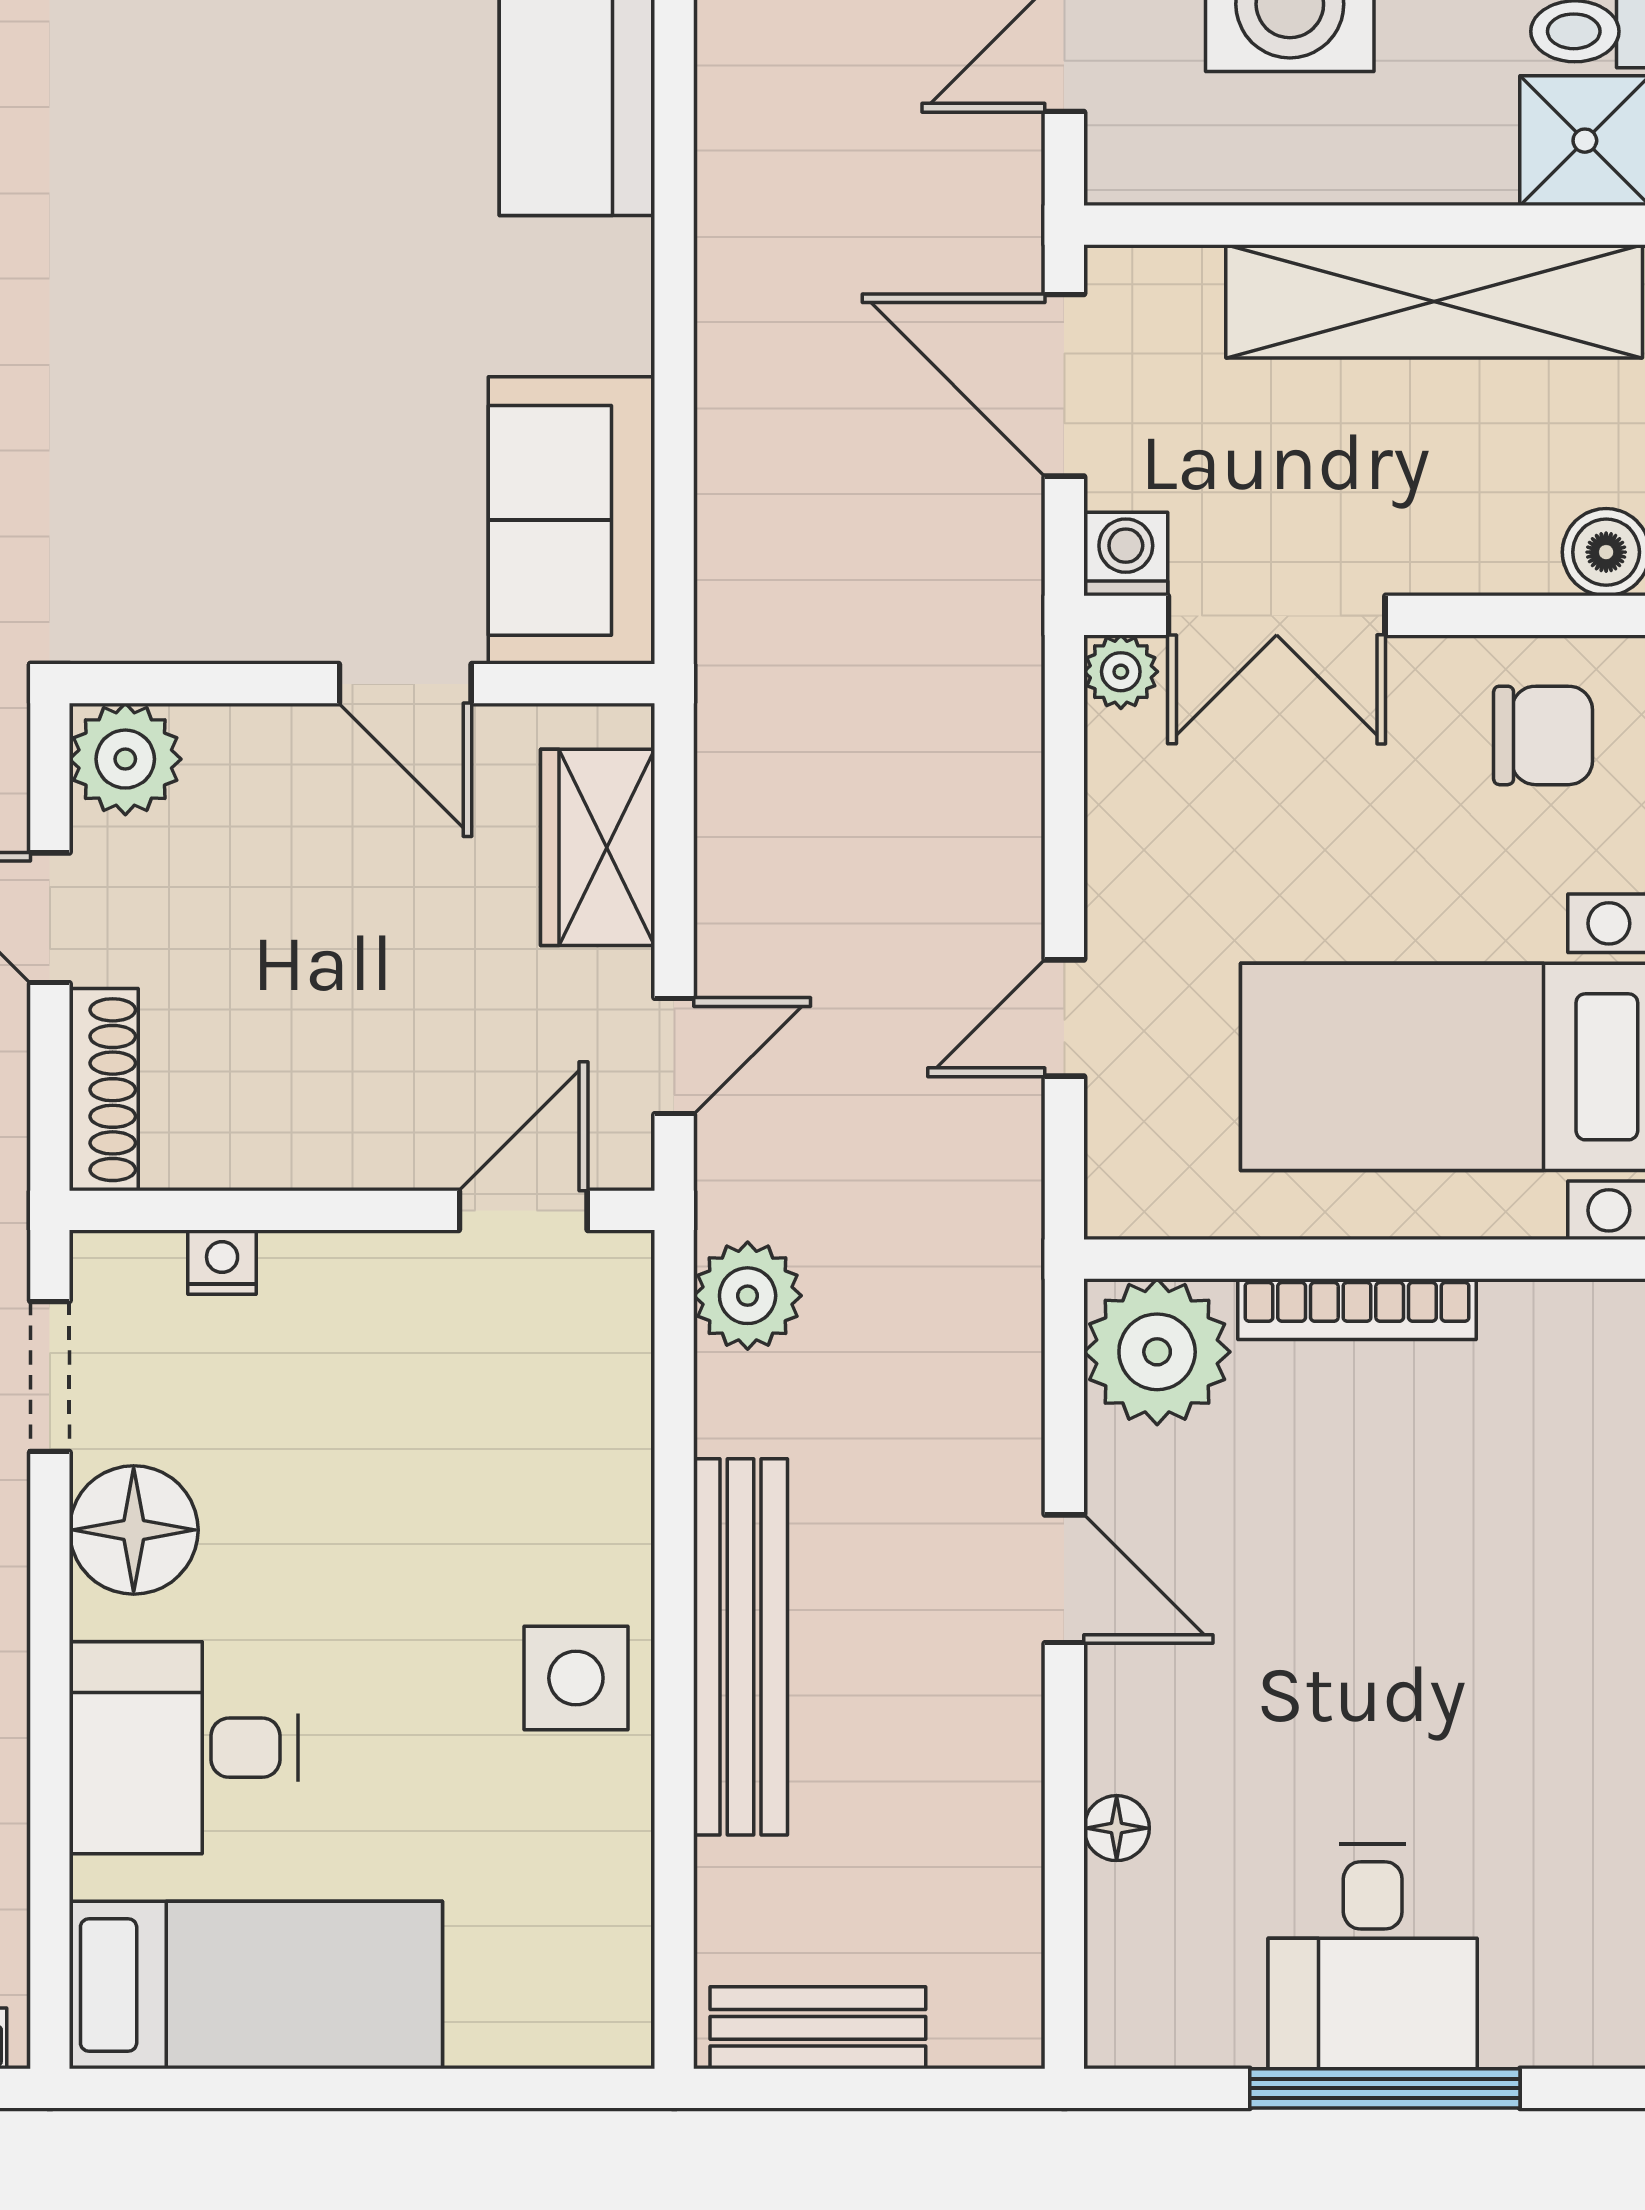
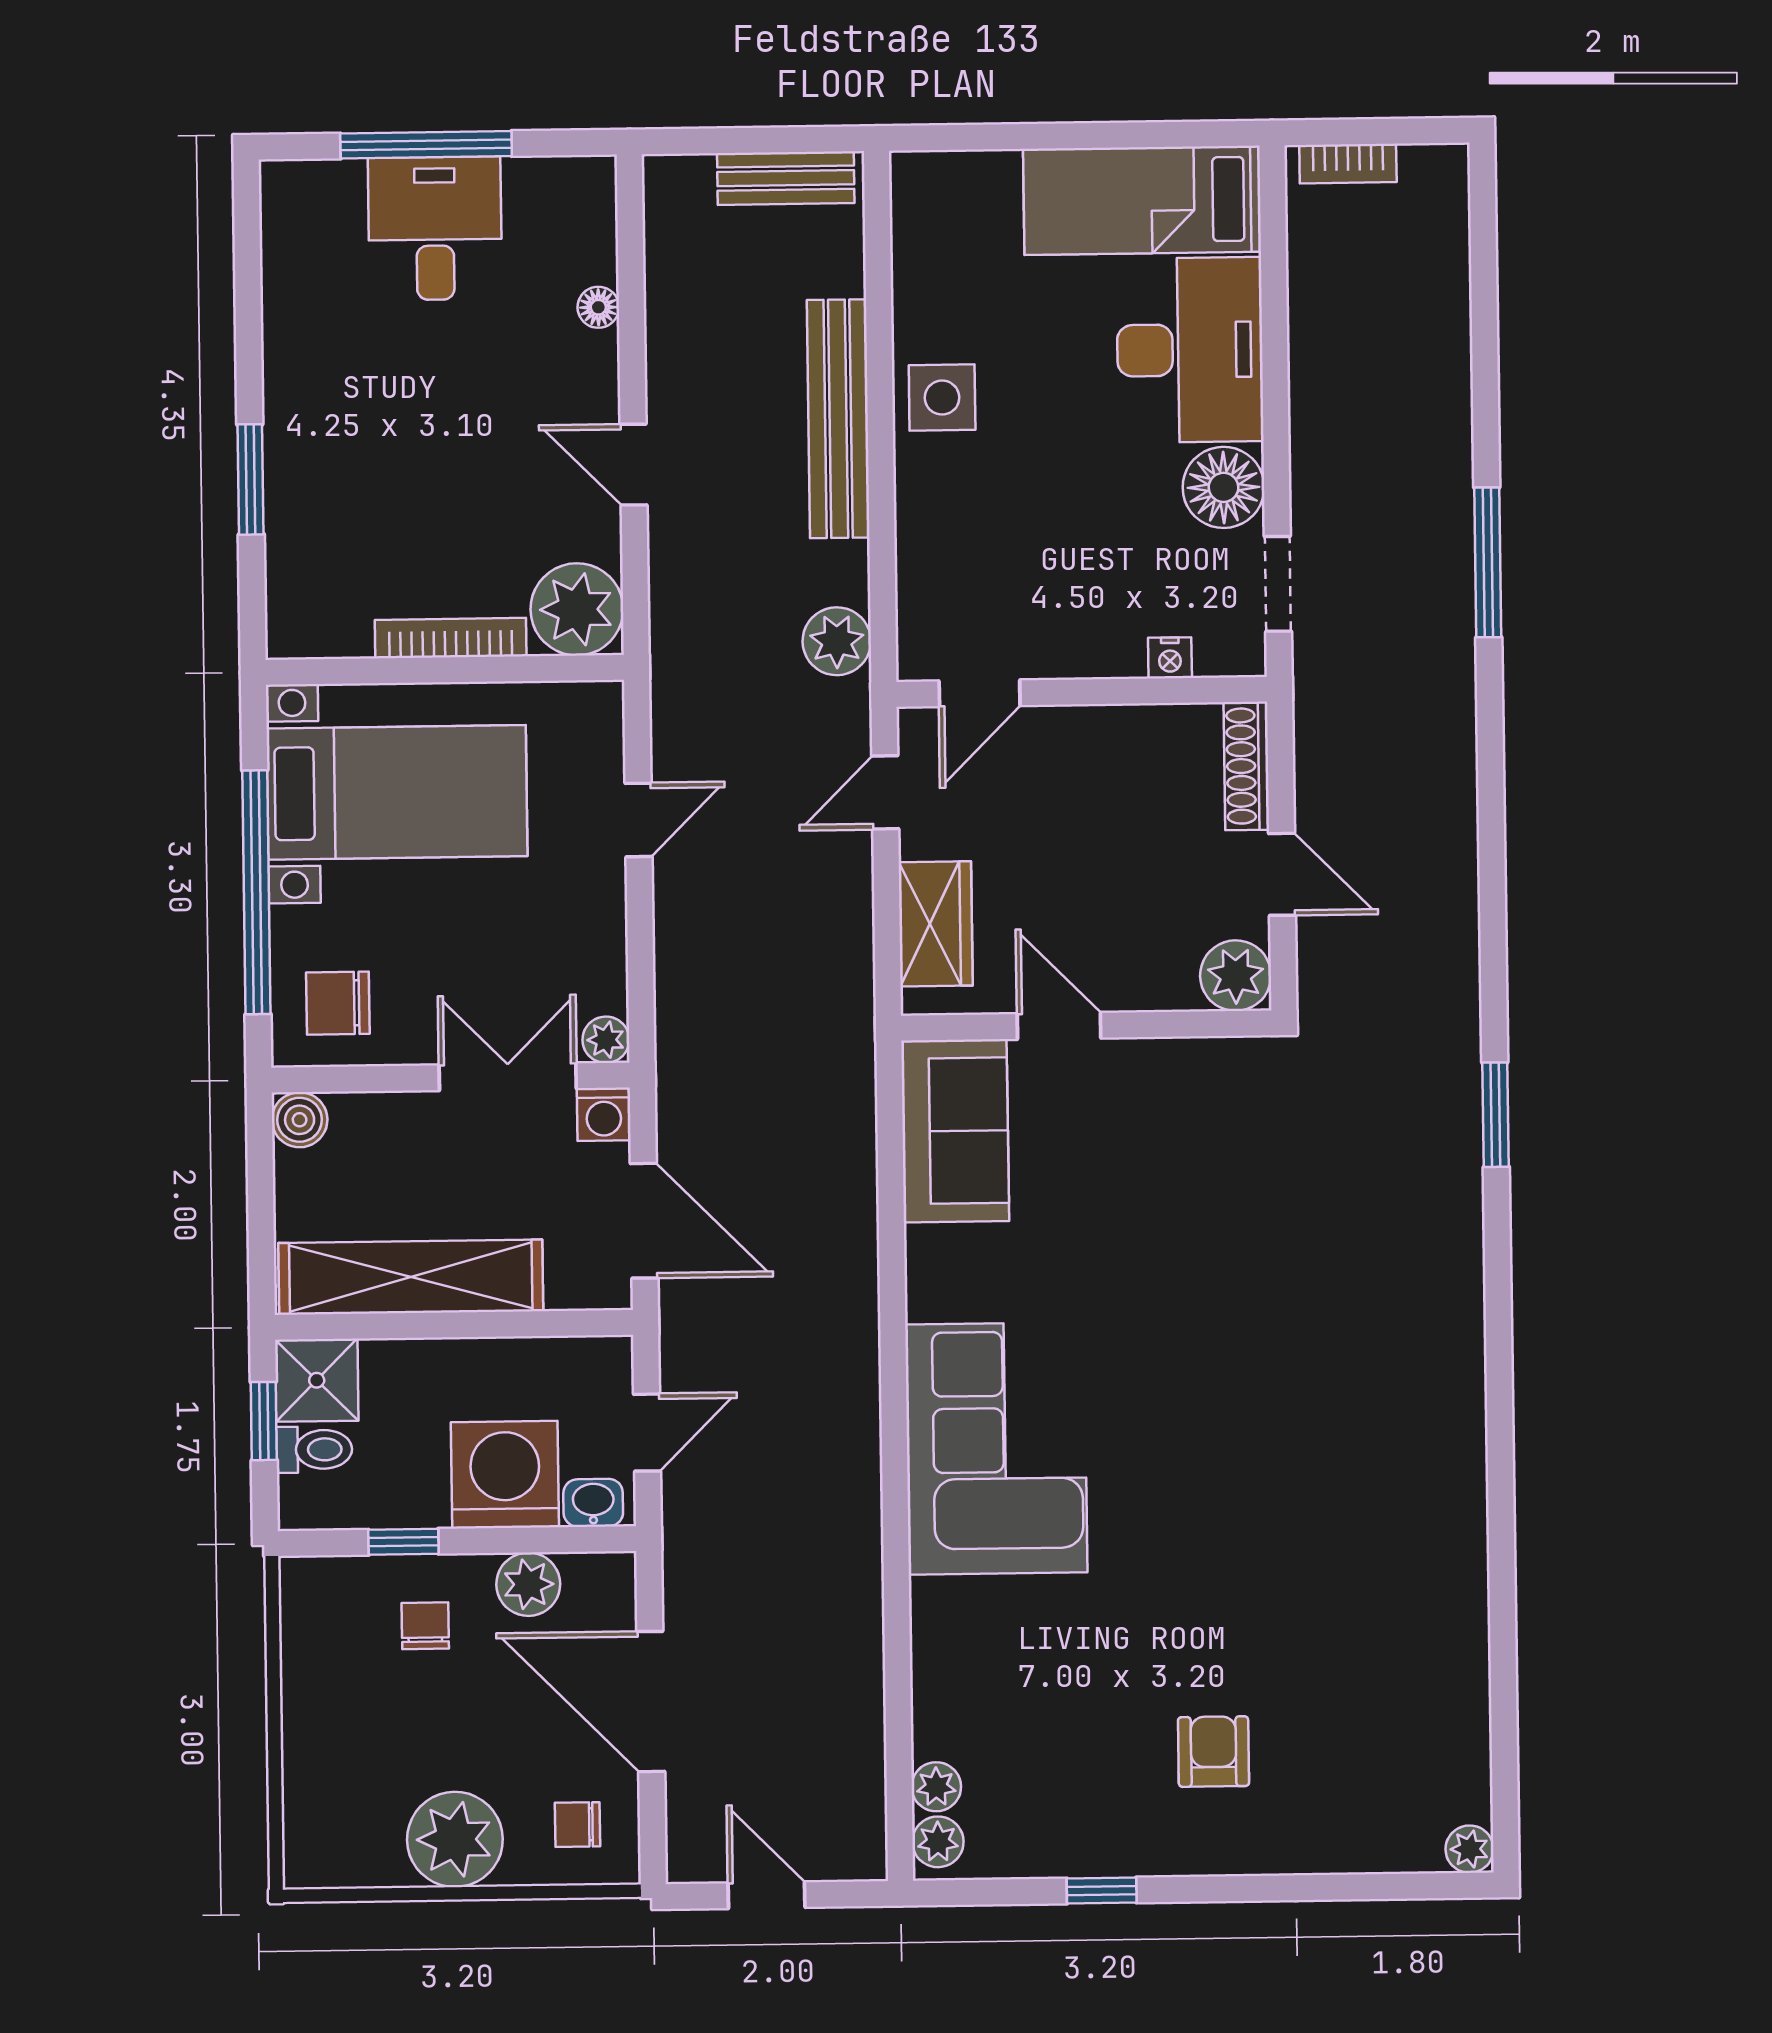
desk: (184, 1748) -> (1190, 350), width x1.37

